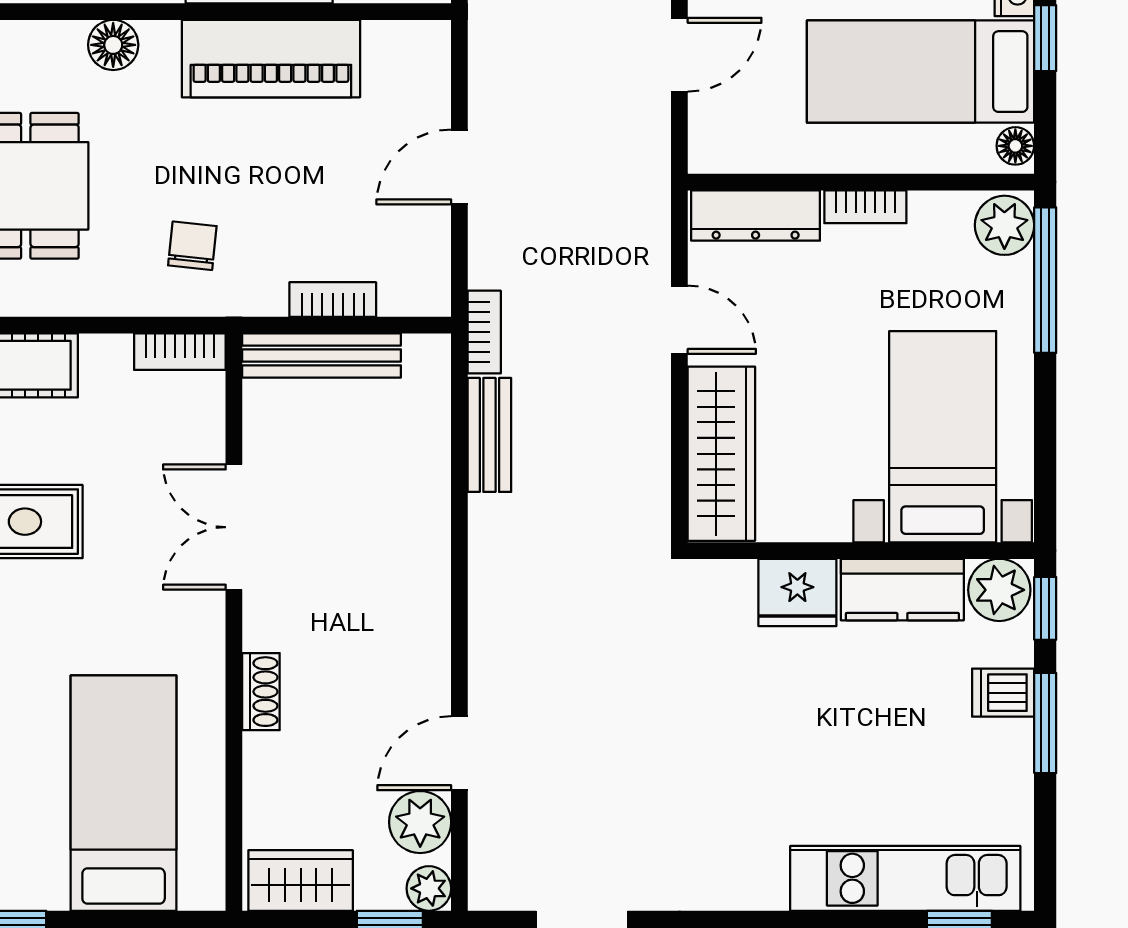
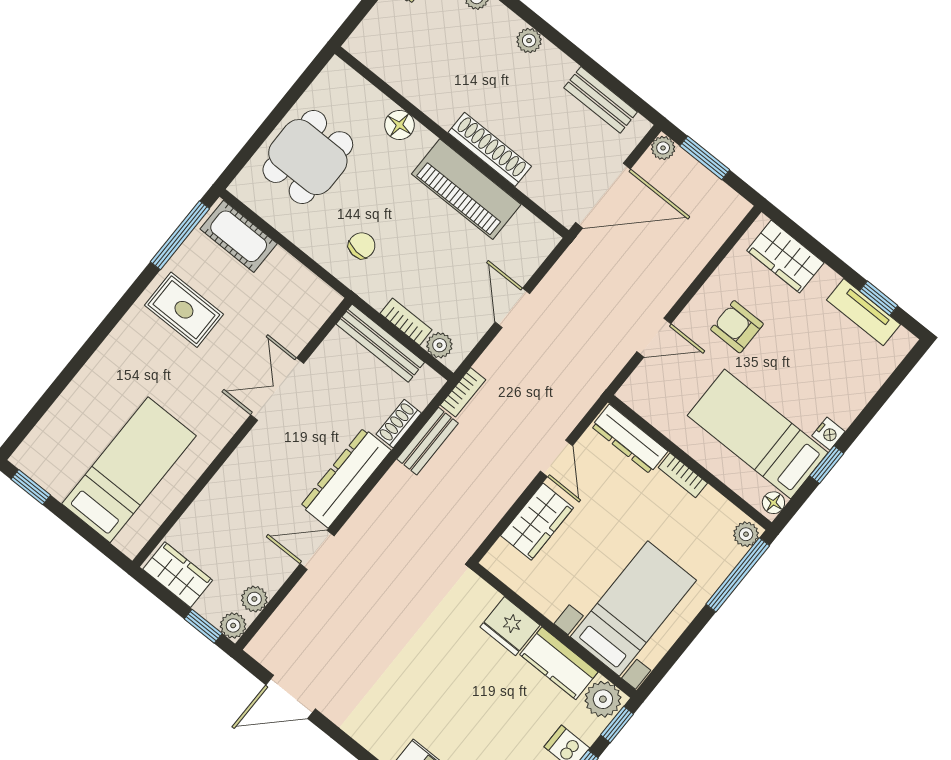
door: (459, 167) -> (512, 308), hinge flipped
plant: (1004, 225) -> (746, 534), width x0.73, depth x0.73
plant: (403, 295) -> (440, 345), added
bookcase: (180, 352) -> (317, 289), removed
wardrobe: (721, 454) -> (537, 522), width x0.67
dresser: (421, 572) -> (346, 478), added
shoe rack: (261, 692) -> (399, 424), moved, turned 180
door: (459, 753) -> (317, 550), moved
plant: (420, 822) -> (254, 599), width x0.73, depth x0.73

